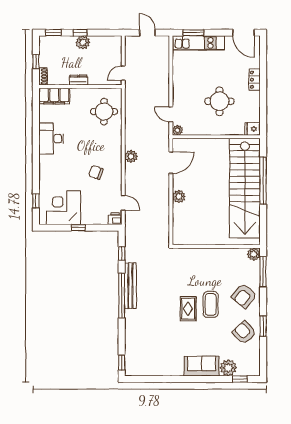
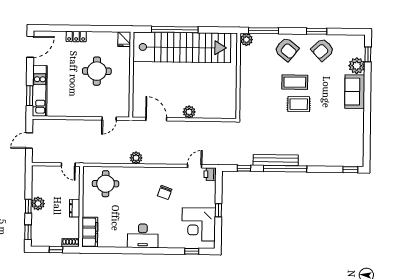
plant: (177, 130) -> (125, 112), removed
desk: (51, 139) -> (143, 236), moved
plant: (131, 156) -> (136, 158), moved

